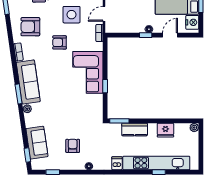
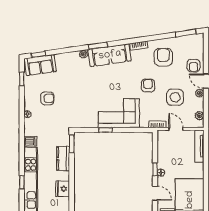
sofa: (37, 143) -> (40, 65), moved

